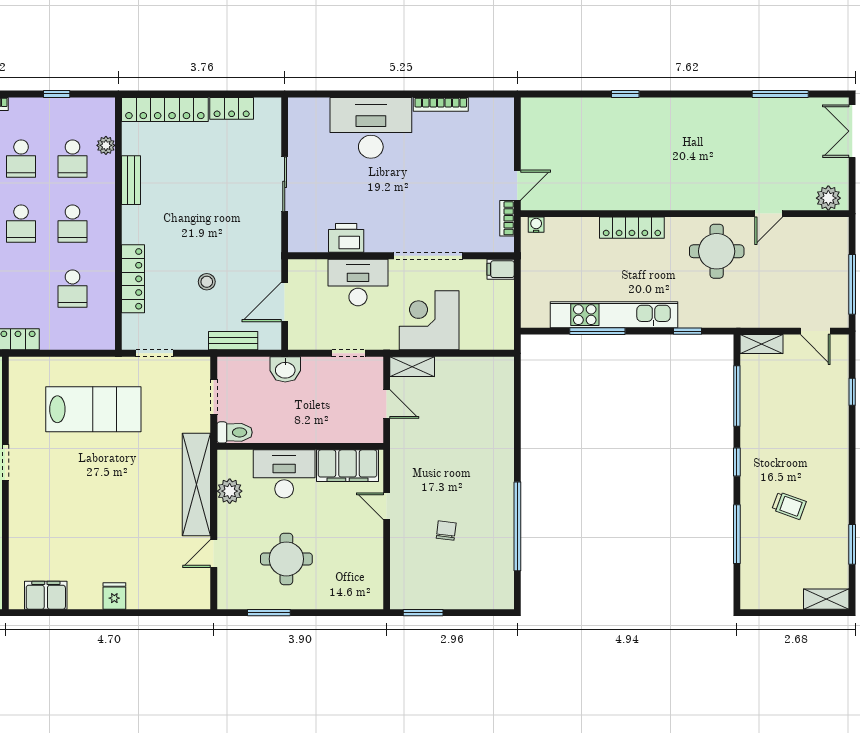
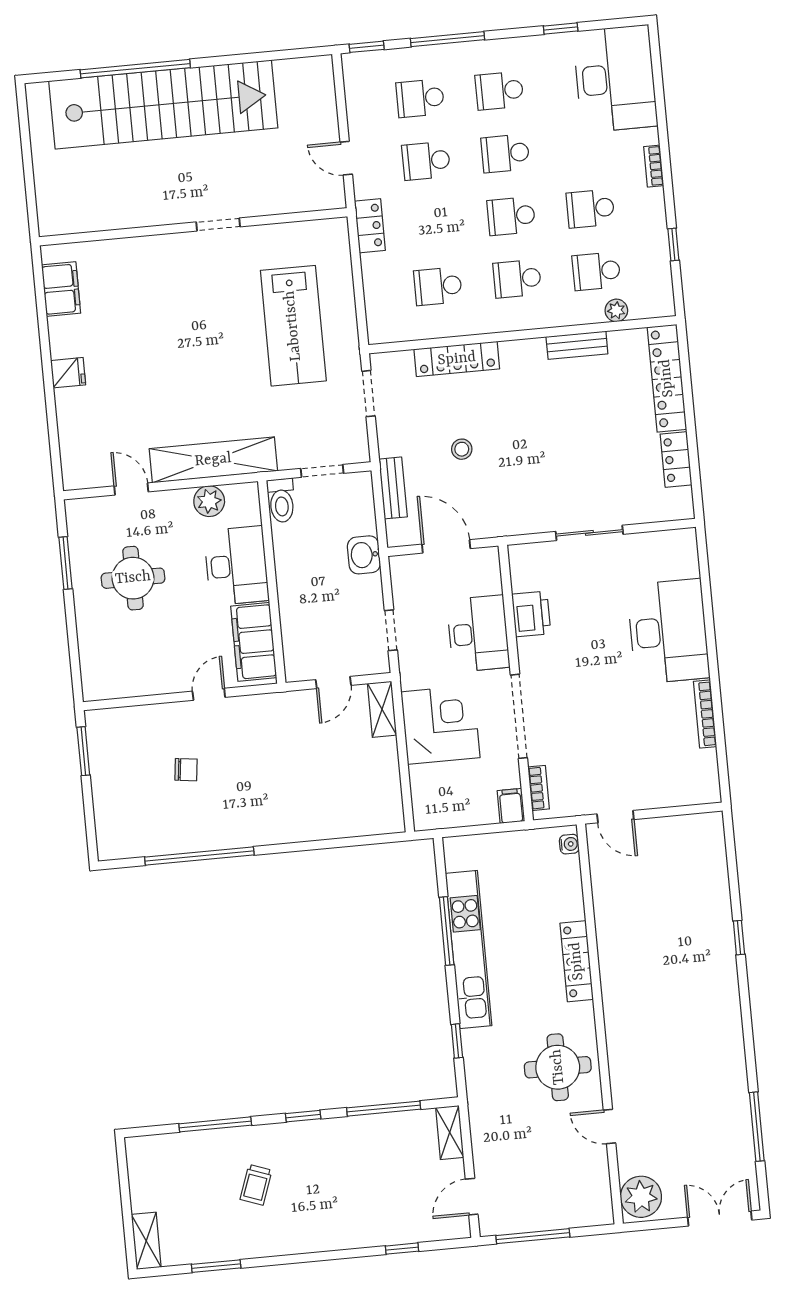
plant: (828, 198) -> (641, 1197), width x1.36, depth x1.36
bookcase: (507, 218) -> (539, 788), moved, turned 90

